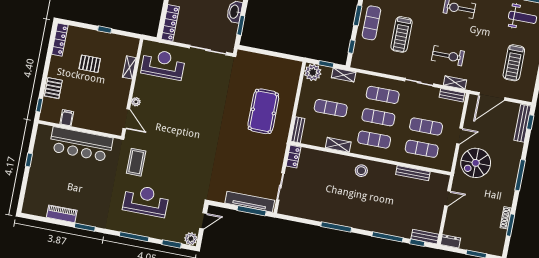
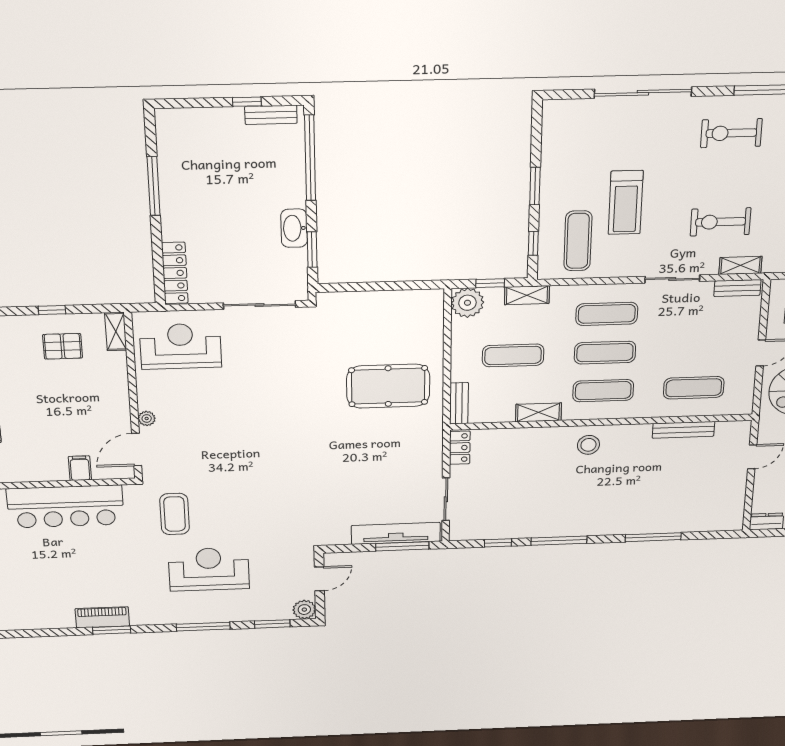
exercise mat: (371, 23) -> (578, 241), moved
exercise bike: (448, 56) -> (721, 222), turned 180
pallet: (90, 64) -> (63, 346), moved
shelving: (129, 67) -> (116, 331), moved
pool table: (263, 111) -> (388, 386), turned 90
filing cabinet: (67, 118) -> (80, 468), moved
door: (126, 119) -> (137, 449), swing flipped
exercise mat: (426, 126) -> (696, 350), removed
piano: (62, 214) -> (102, 617), moved
bench: (425, 237) -> (720, 523), removed
window: (417, 243) -> (498, 543), moved

